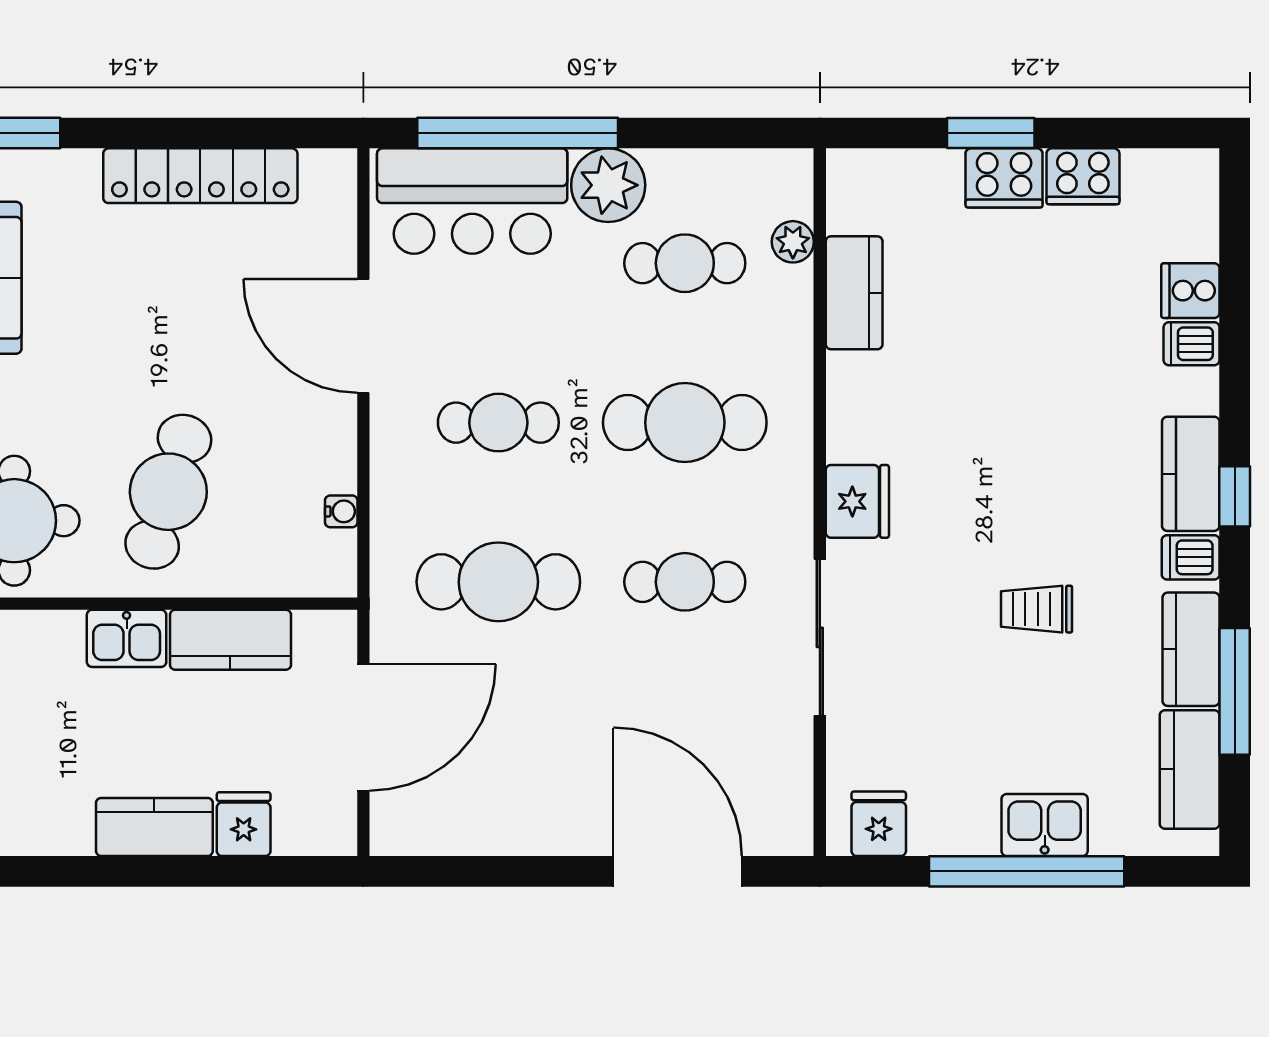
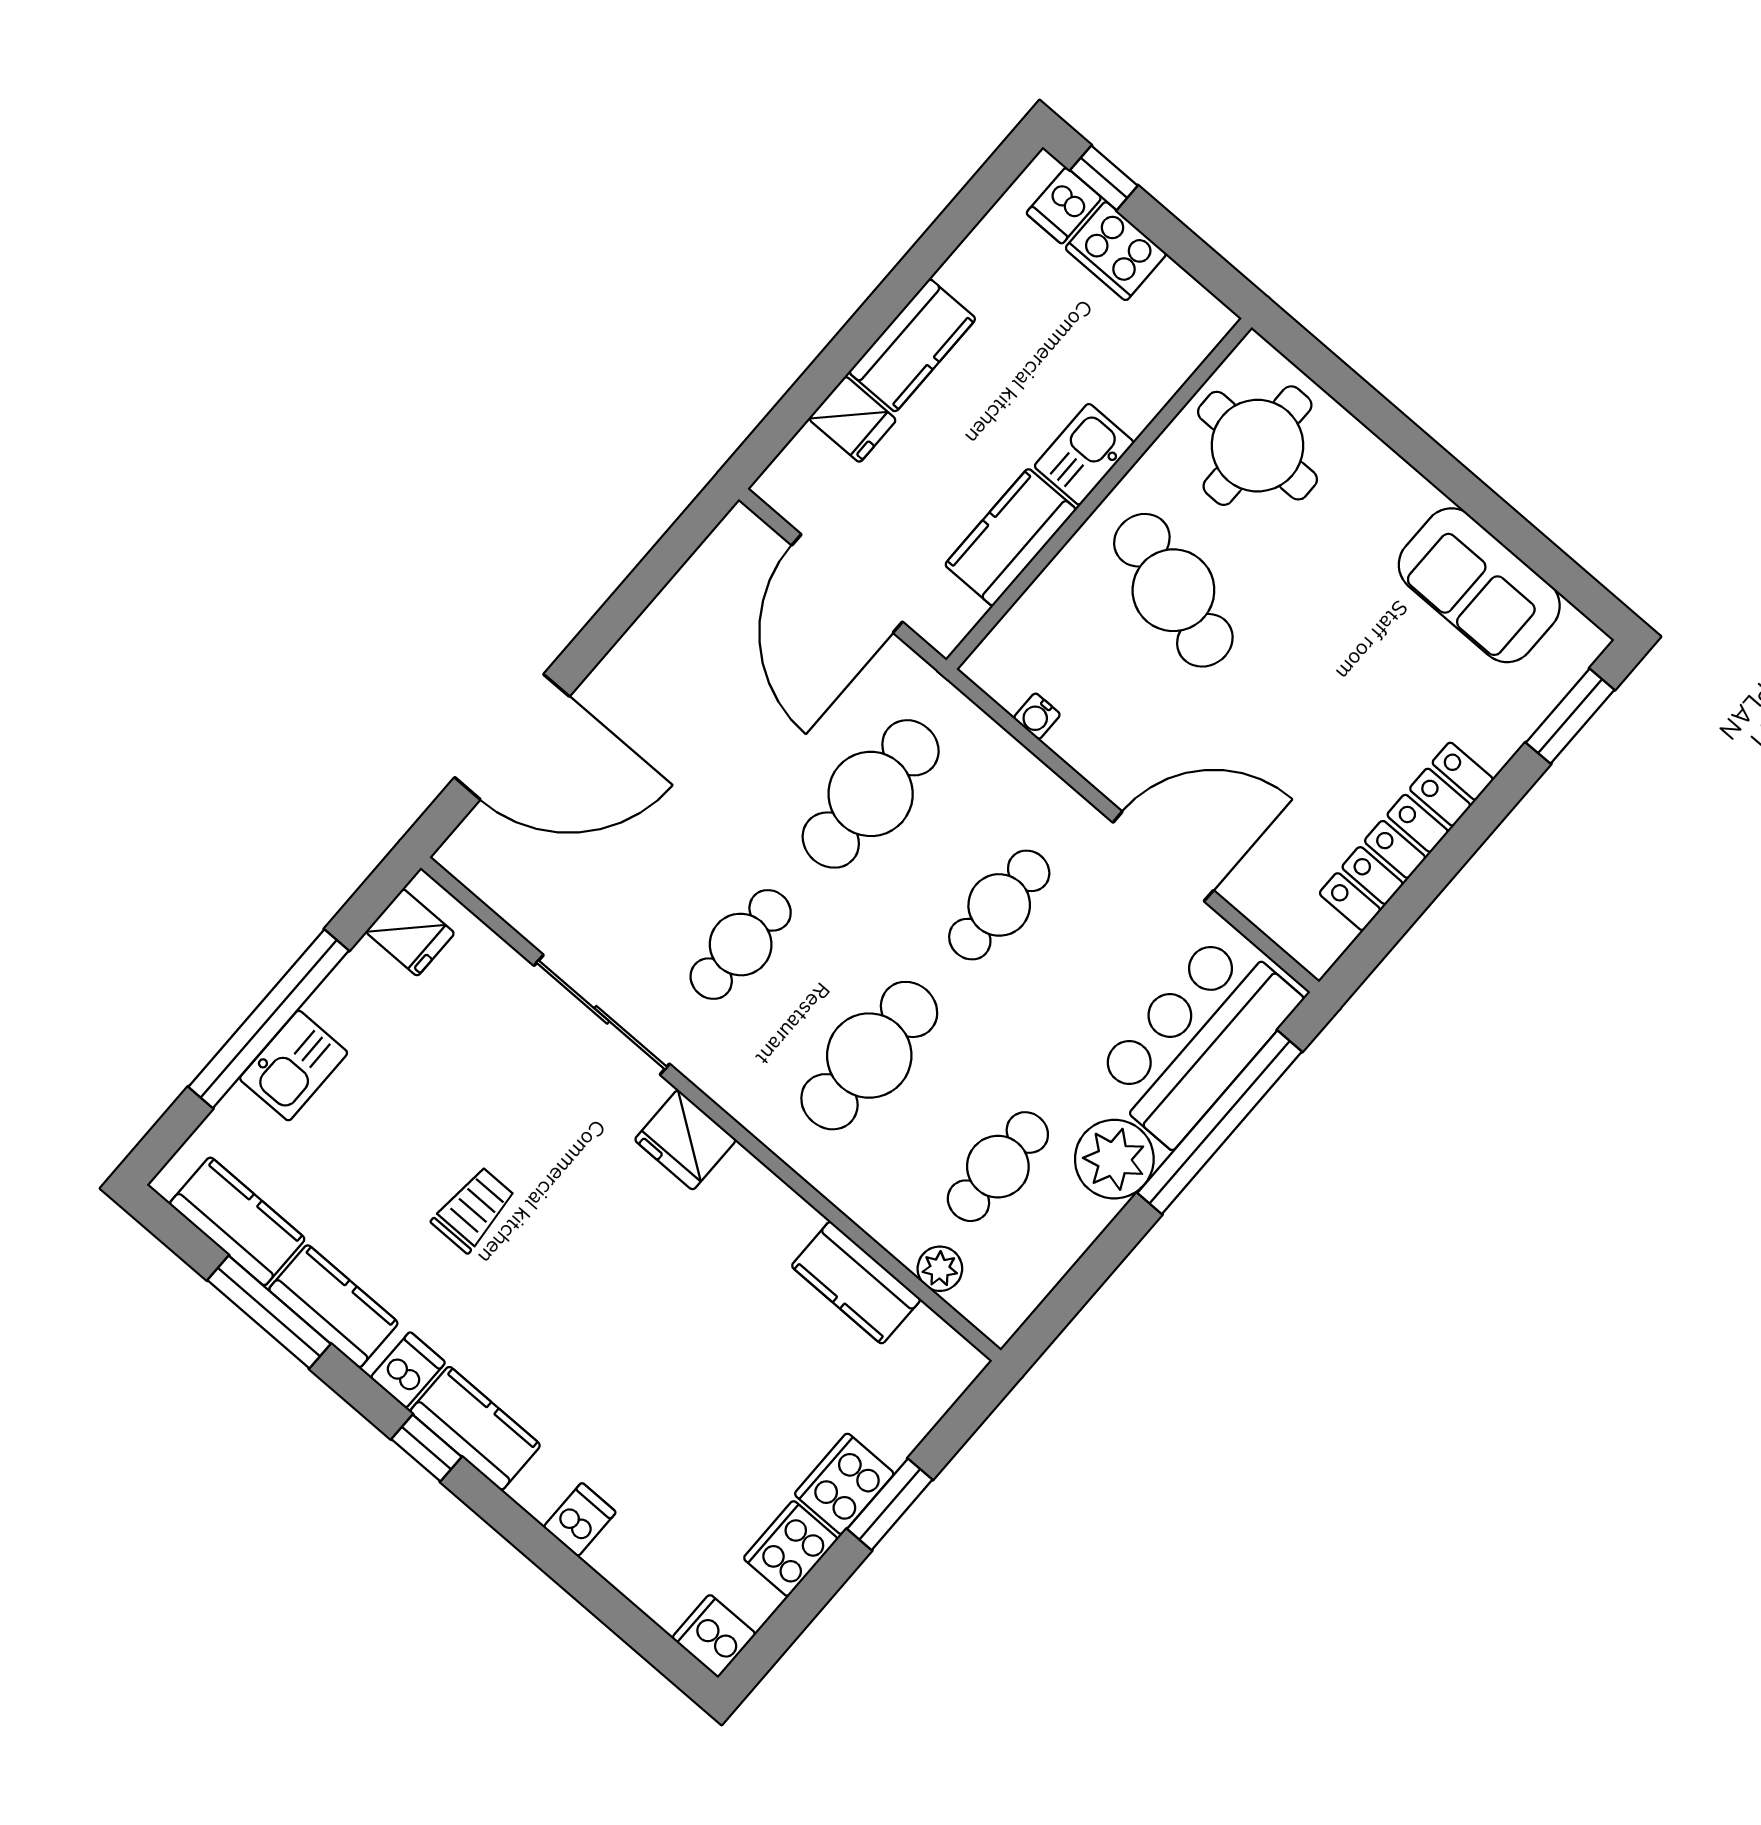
cooker: (1190, 291) -> (714, 1636), moved, turned -90

